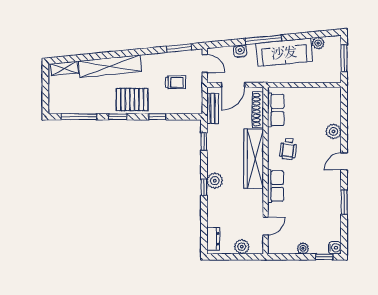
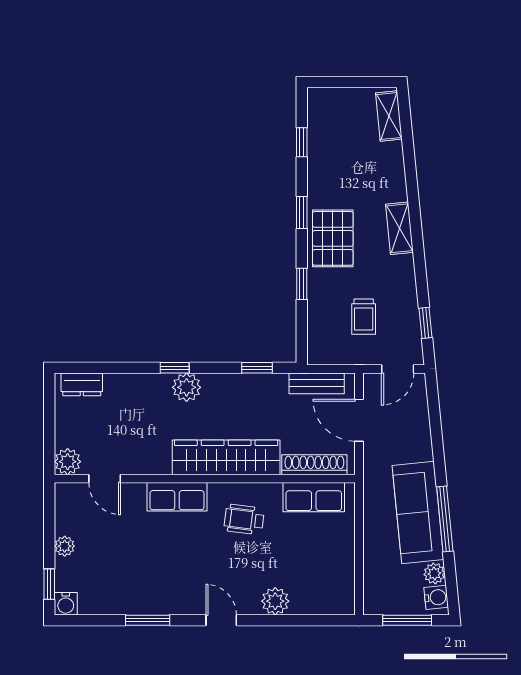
window: (263, 40) -> (445, 519), moved
window: (179, 48) -> (425, 323), width x0.67
water cooler: (240, 51) -> (436, 597), moved
shelving: (110, 66) -> (400, 228), width x0.45, depth x0.75
window: (79, 117) -> (302, 142), width x0.46
plant: (242, 247) -> (68, 462), moved

